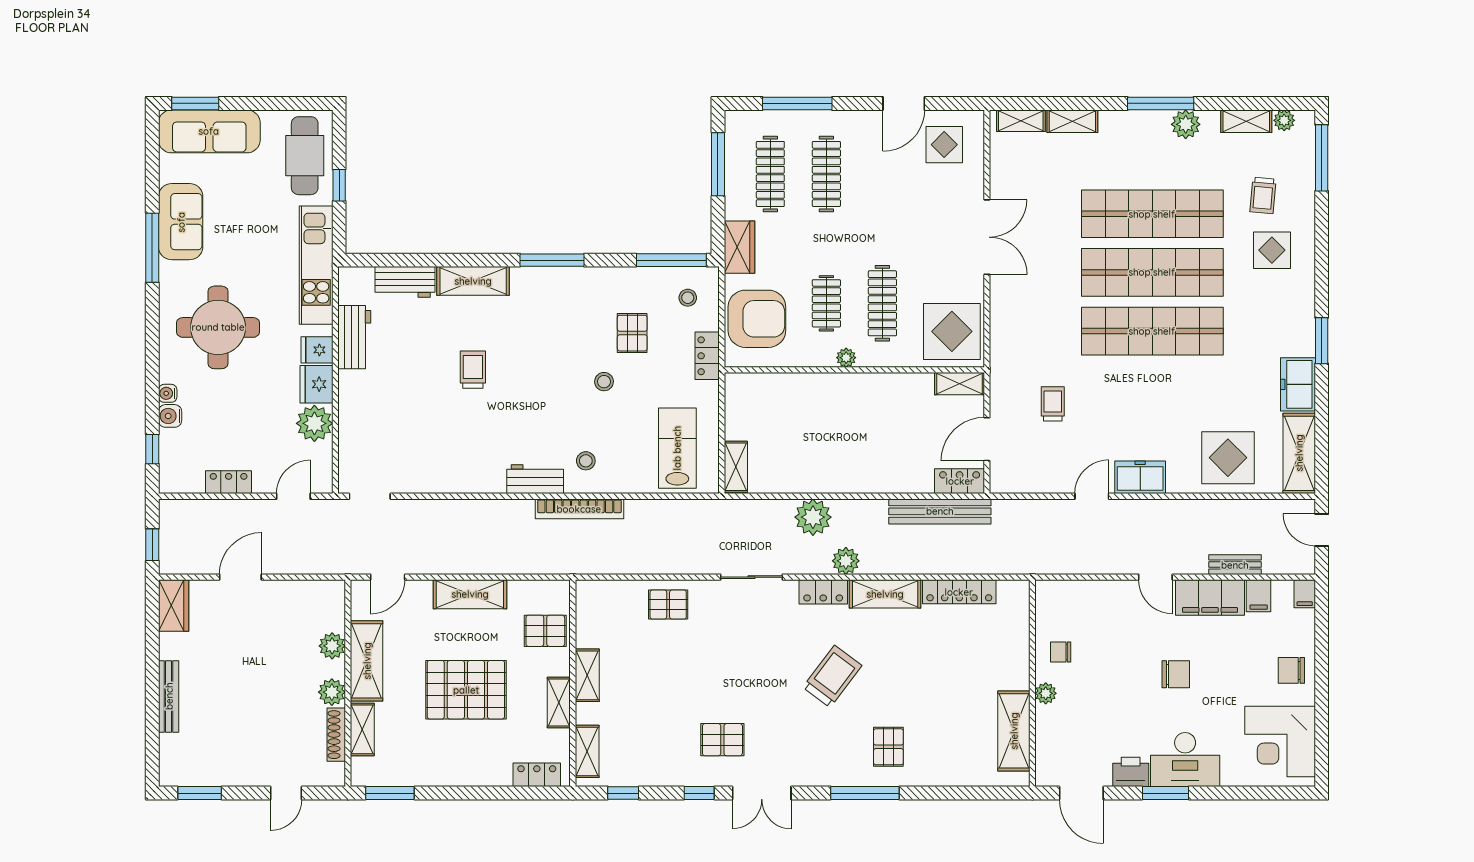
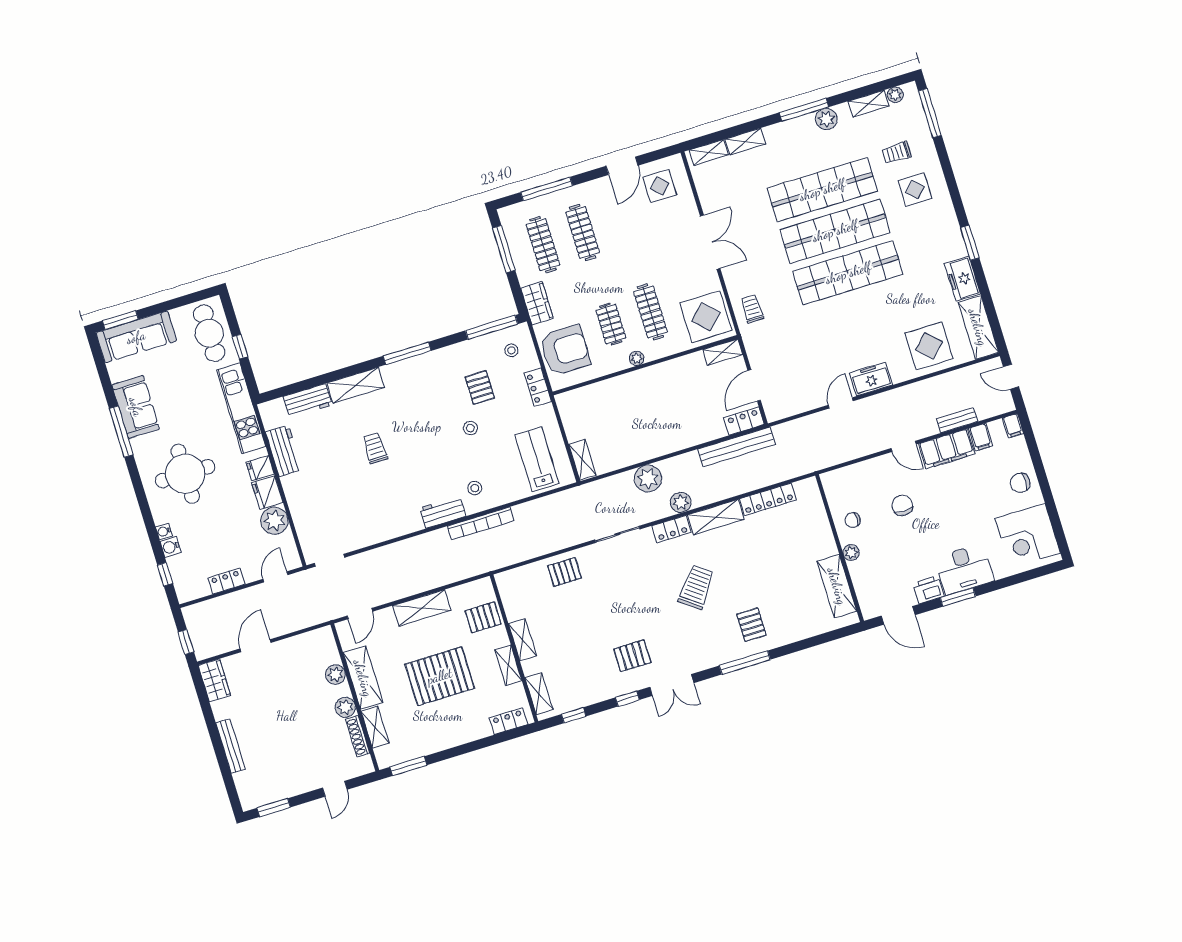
trolley: (1263, 195) -> (897, 153), turned 85
trolley: (1053, 404) -> (752, 309), moved
chair: (1176, 674) -> (902, 505), moved, turned -90

